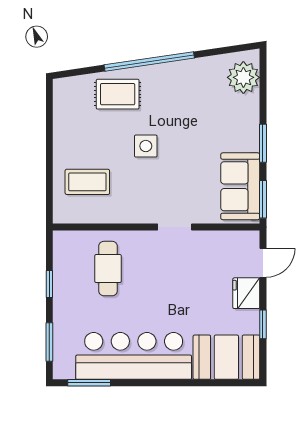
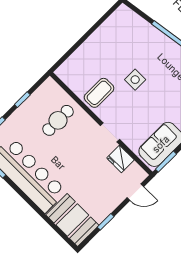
rug: (118, 94) -> (147, 41), removed
coffee table: (87, 182) -> (99, 93), moved, turned 90
fridge: (246, 293) -> (120, 159), moved, turned -90

